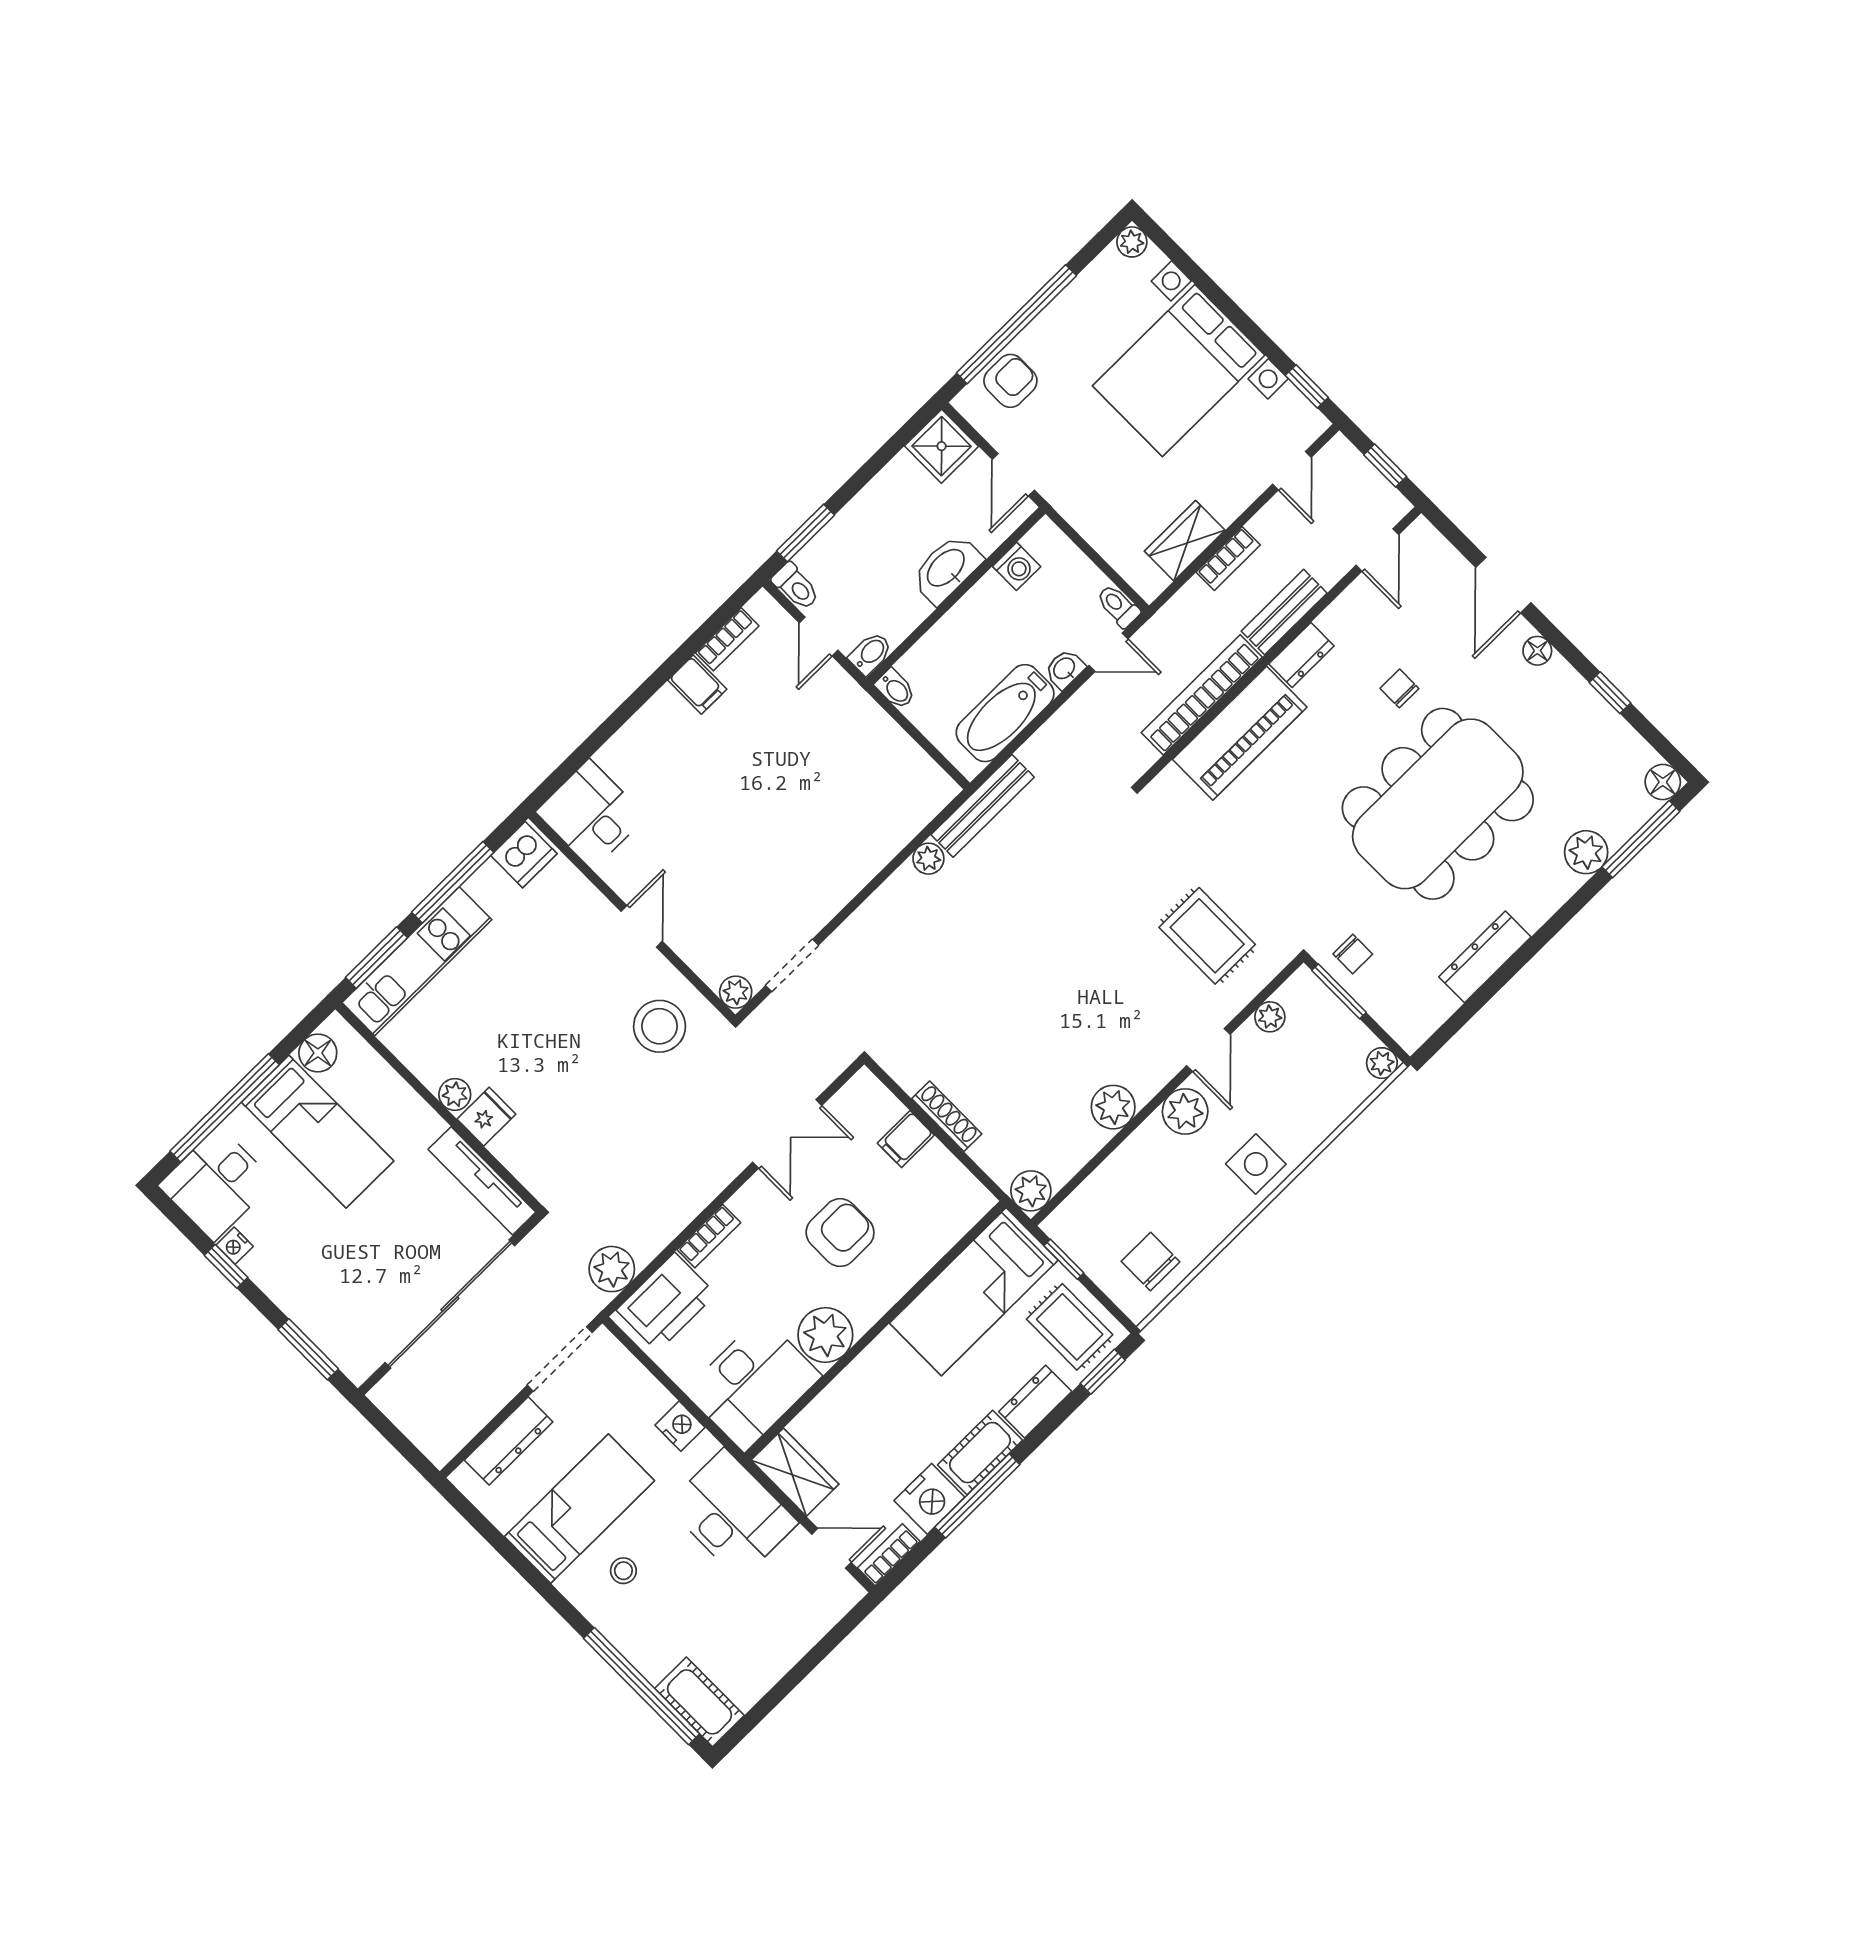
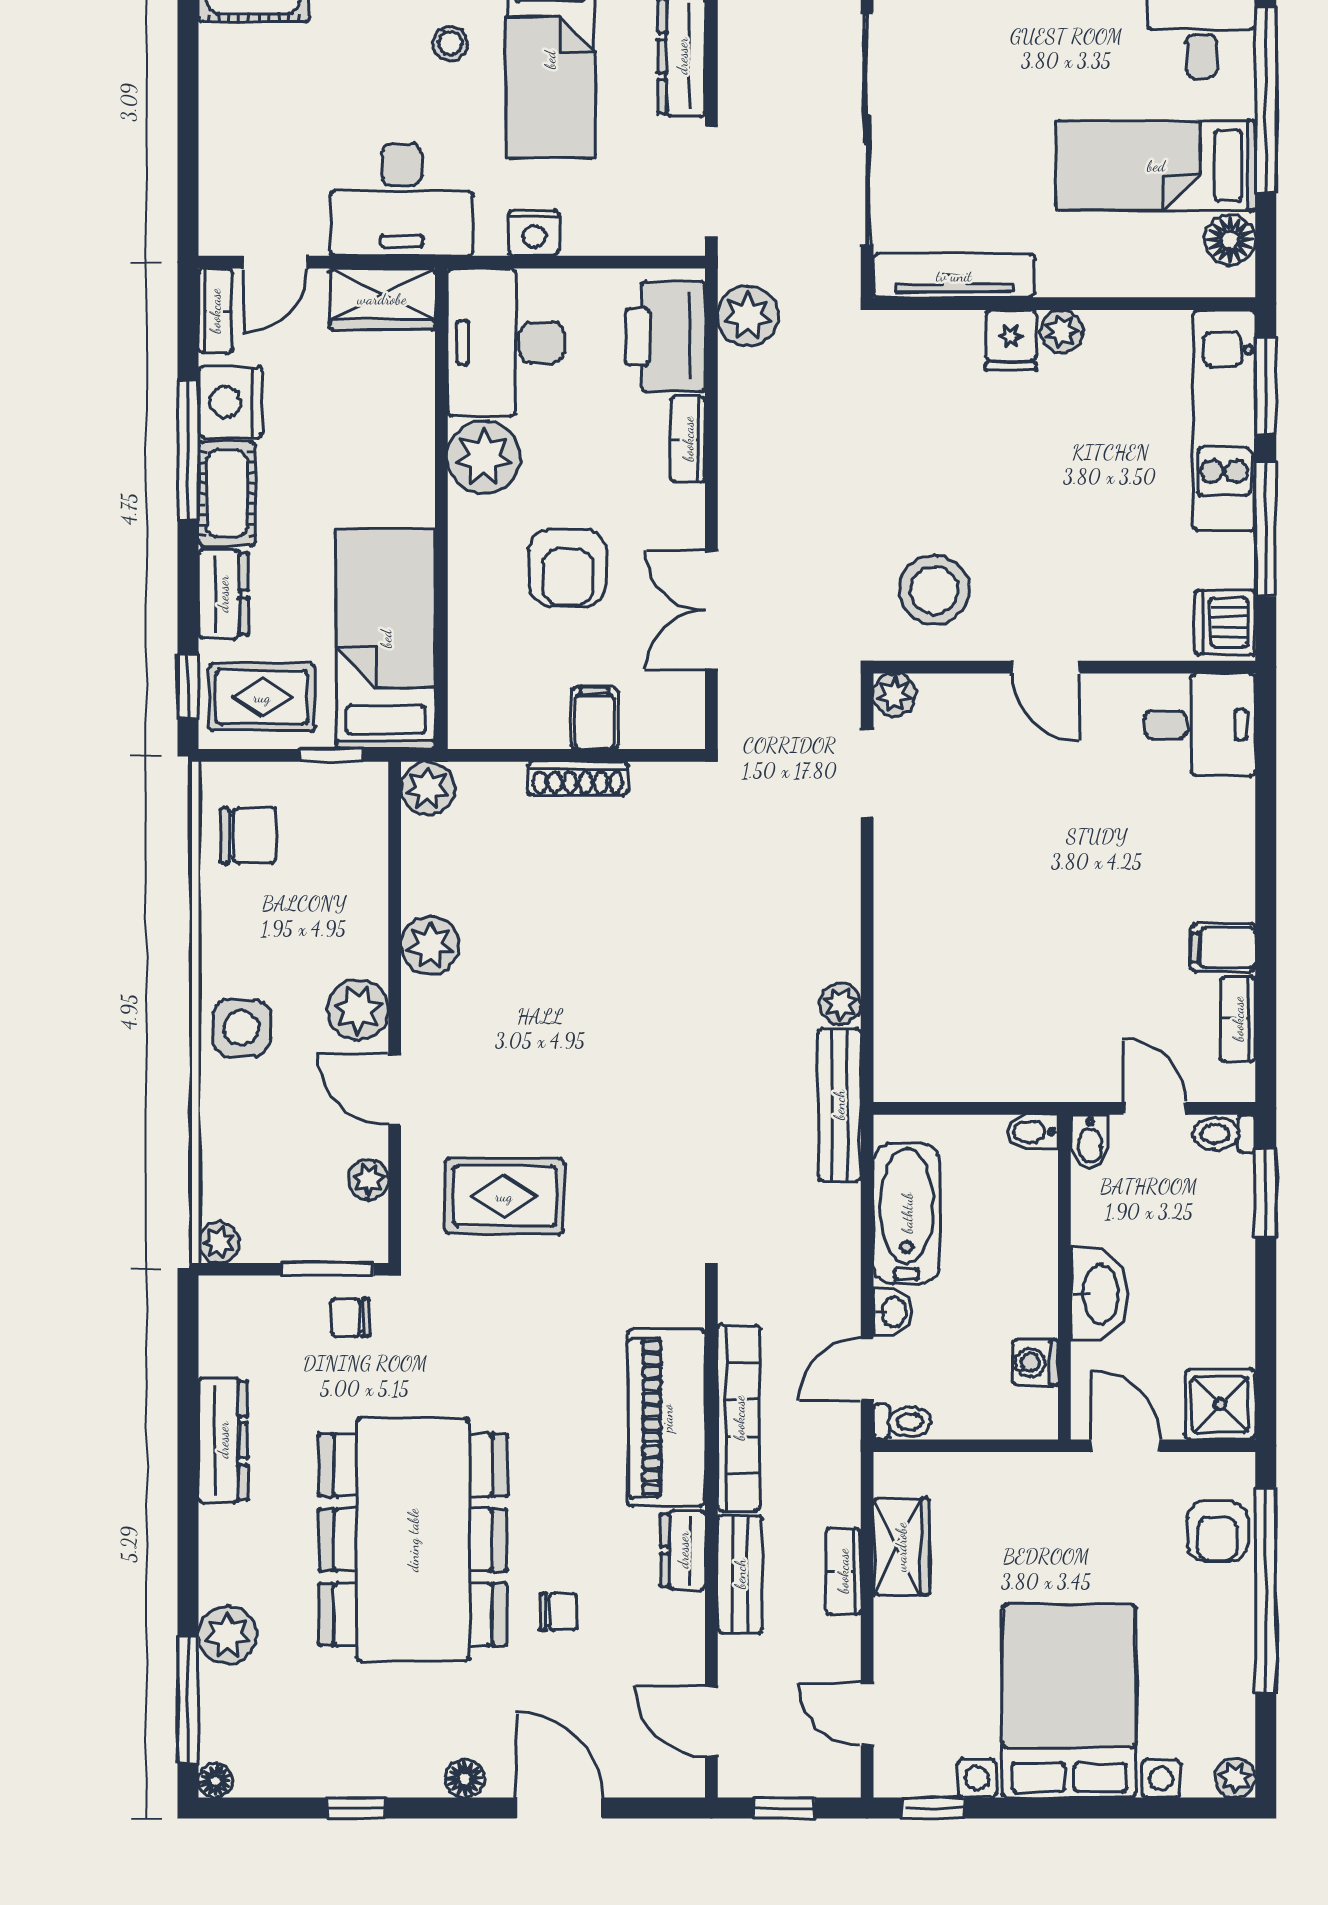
floor lamp: (1663, 782) -> (216, 1781), width x0.73, depth x0.73

